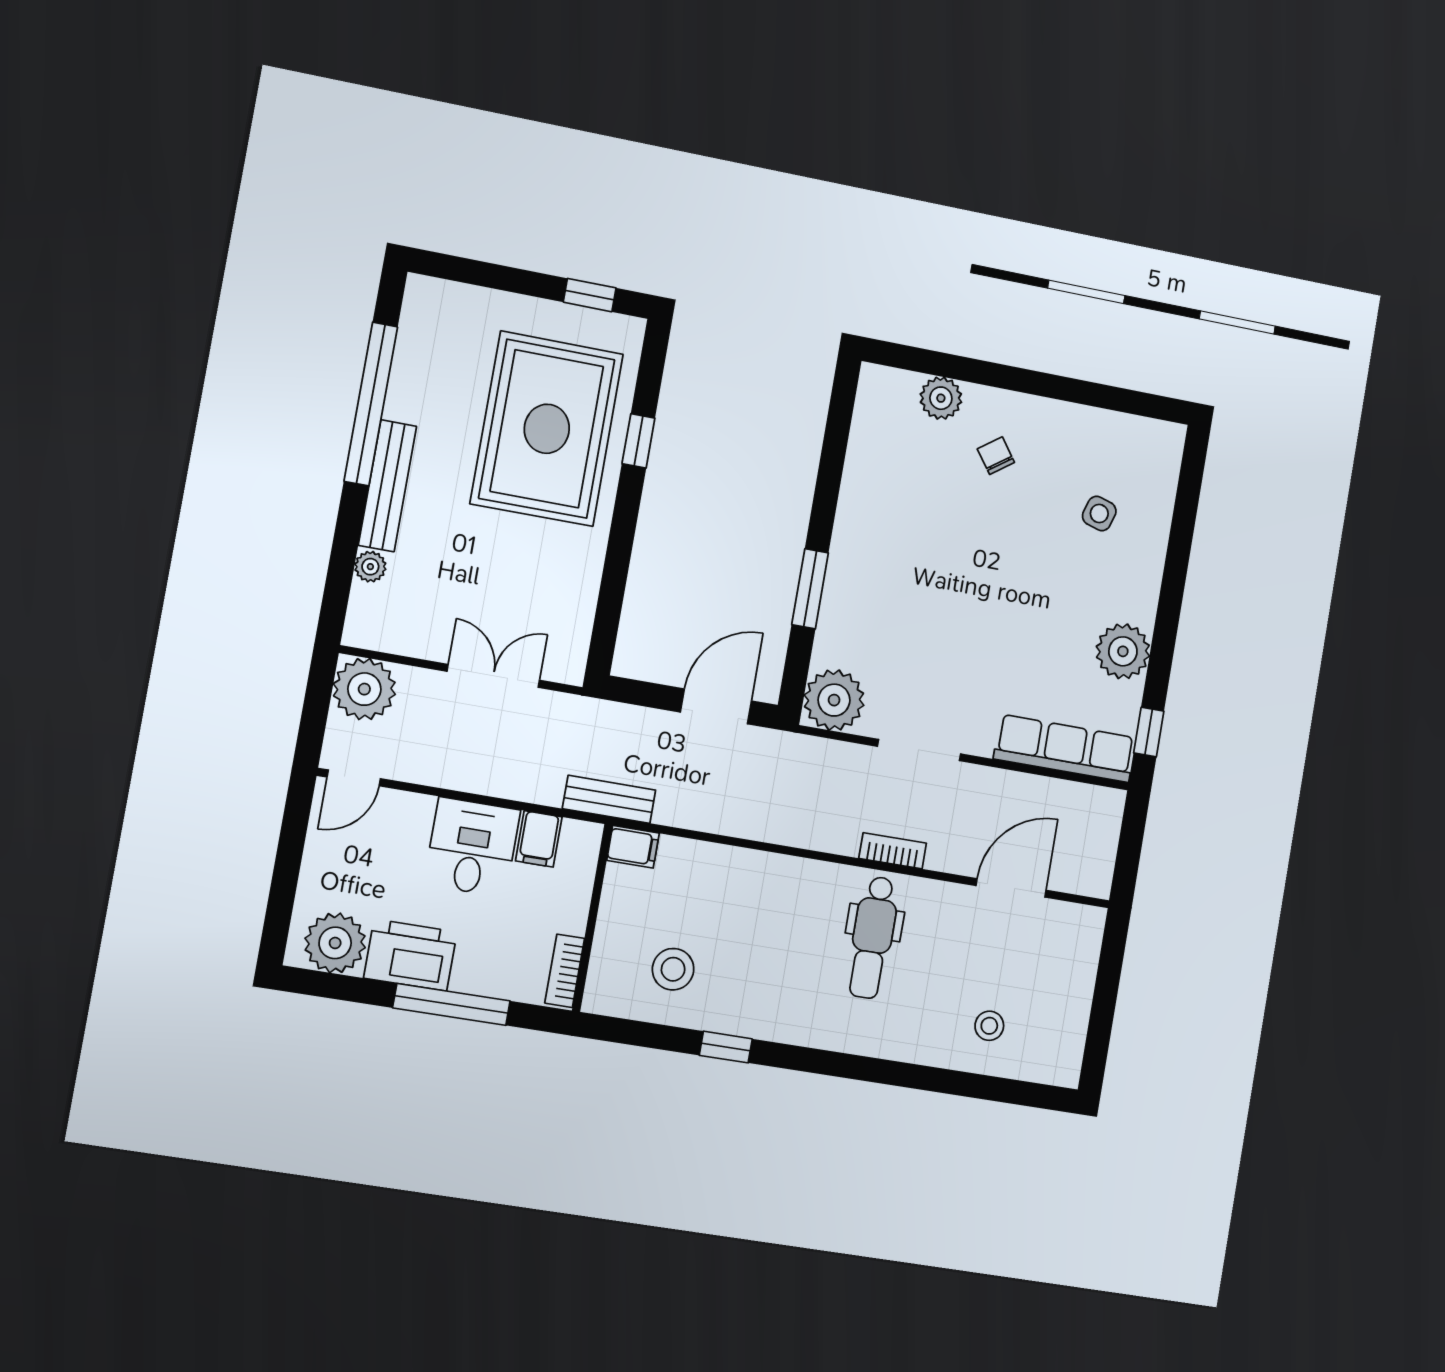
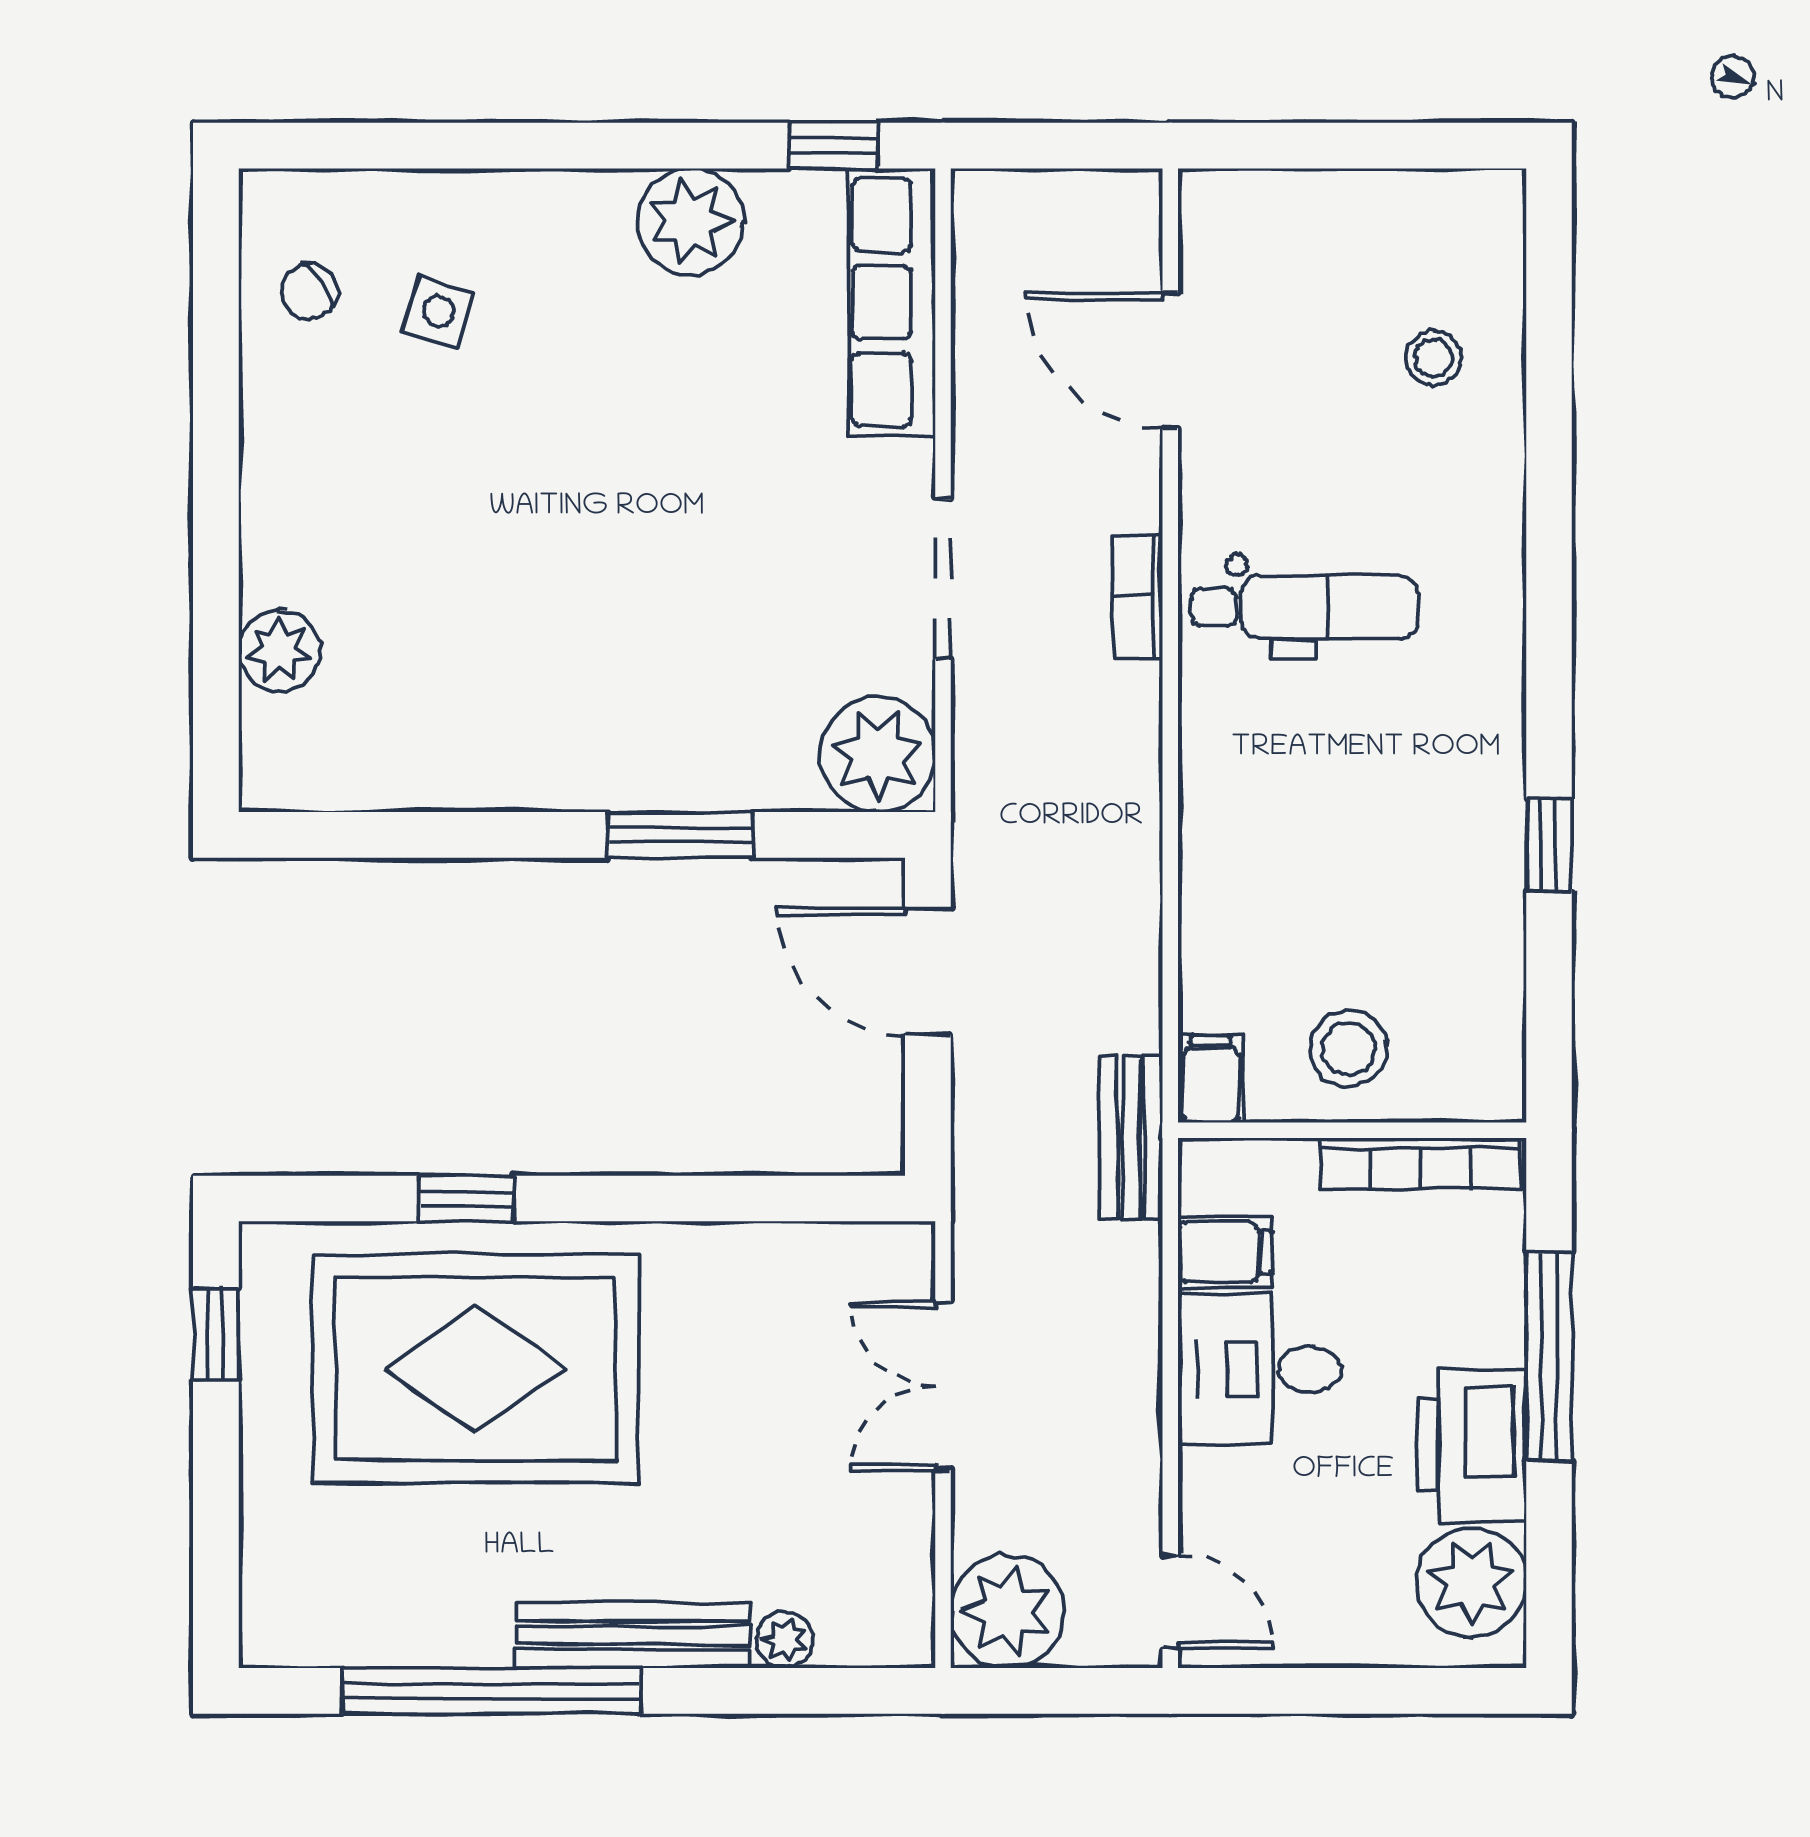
chair: (996, 456) -> (309, 292), moved
stool: (673, 969) -> (1349, 1049), moved
bookcase: (565, 971) -> (1420, 1164), width x1.56

